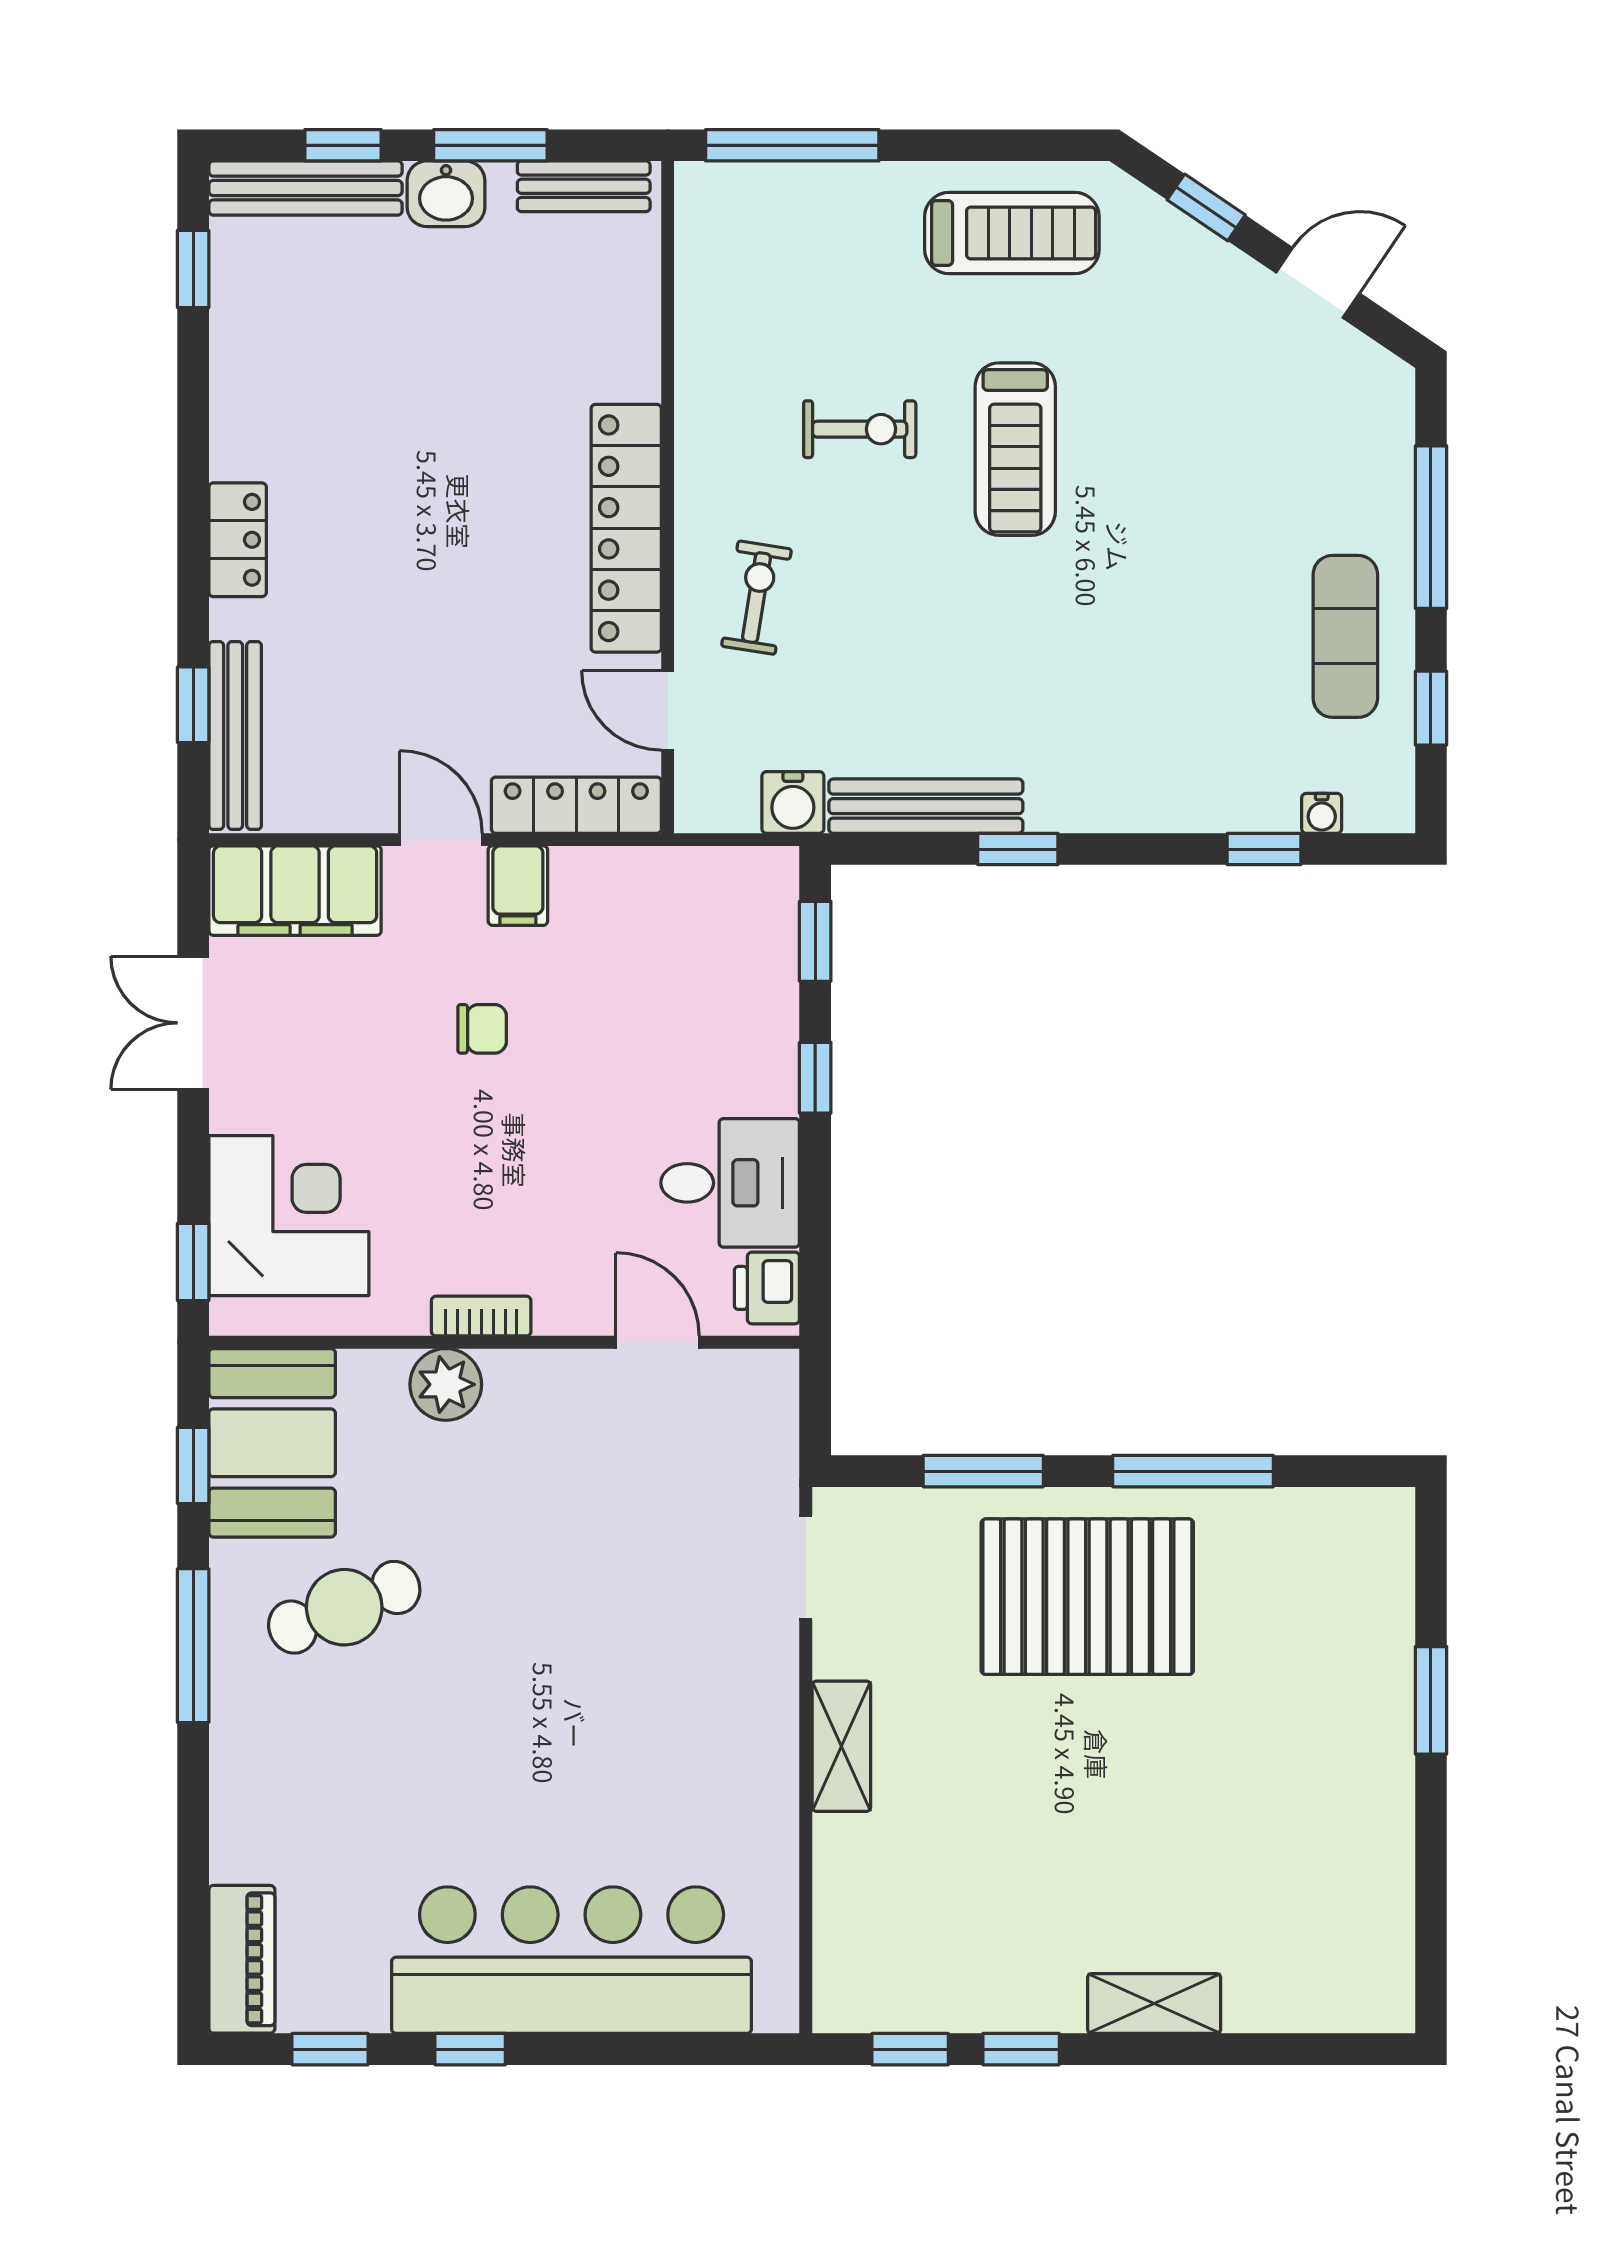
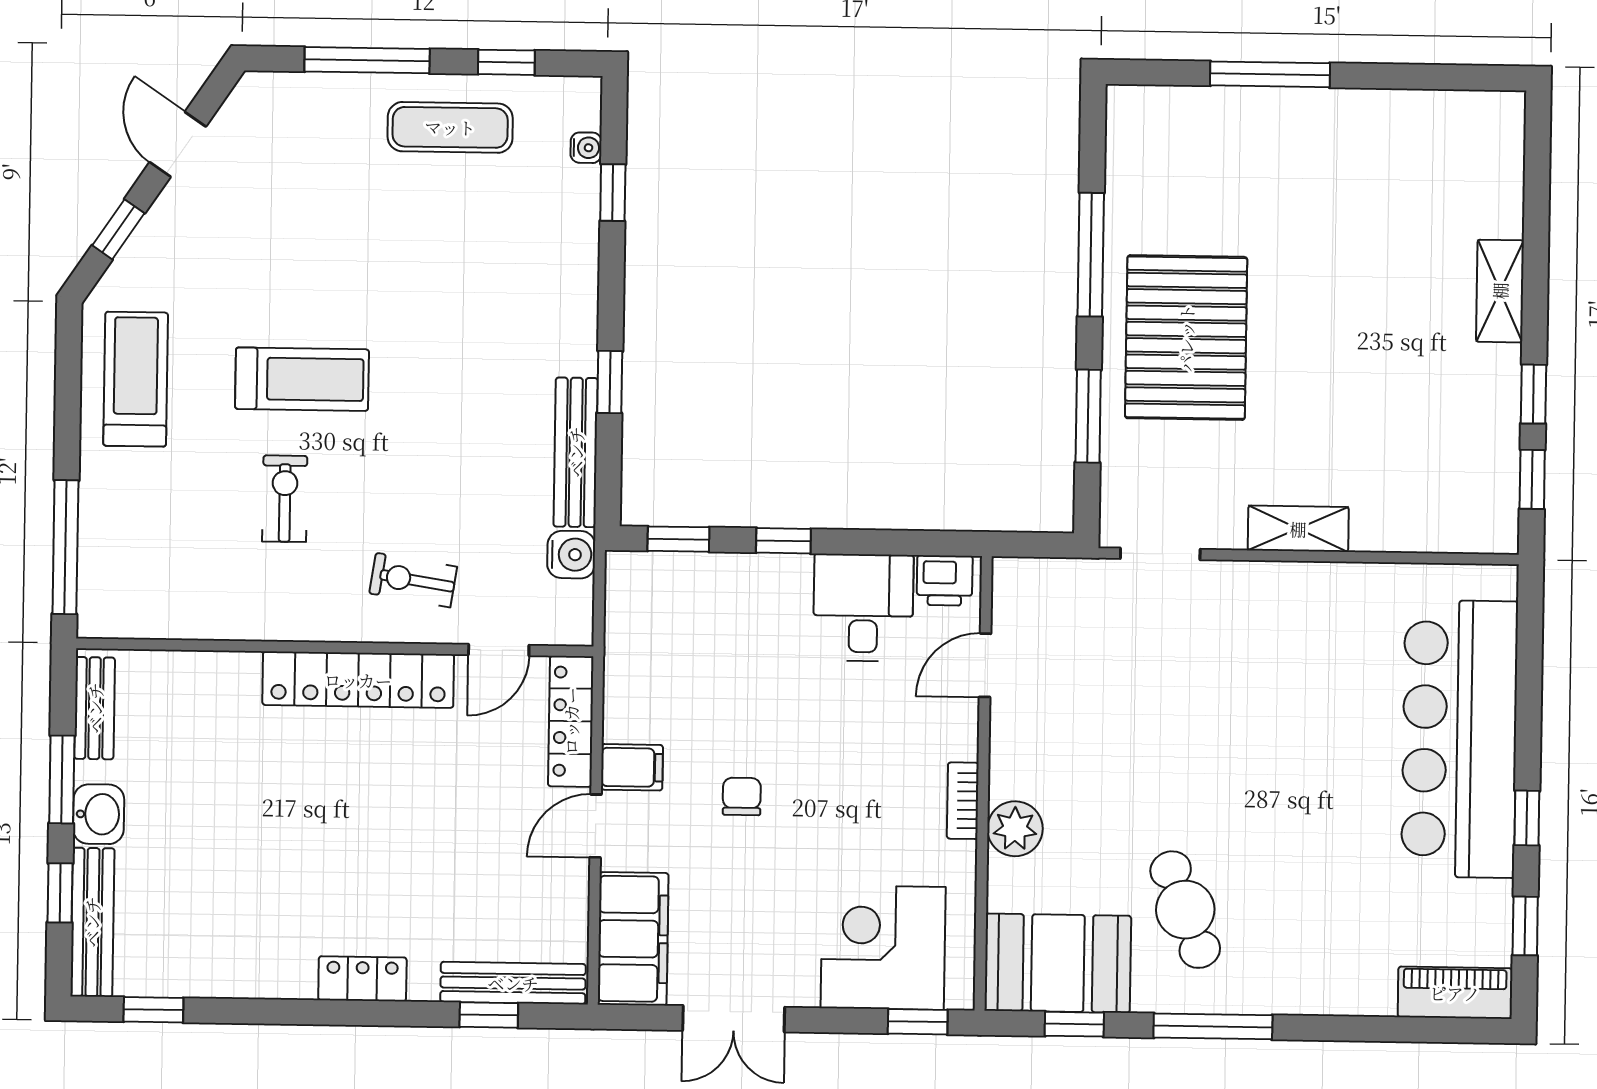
window: (1431, 1700) -> (1270, 74), width x1.44

